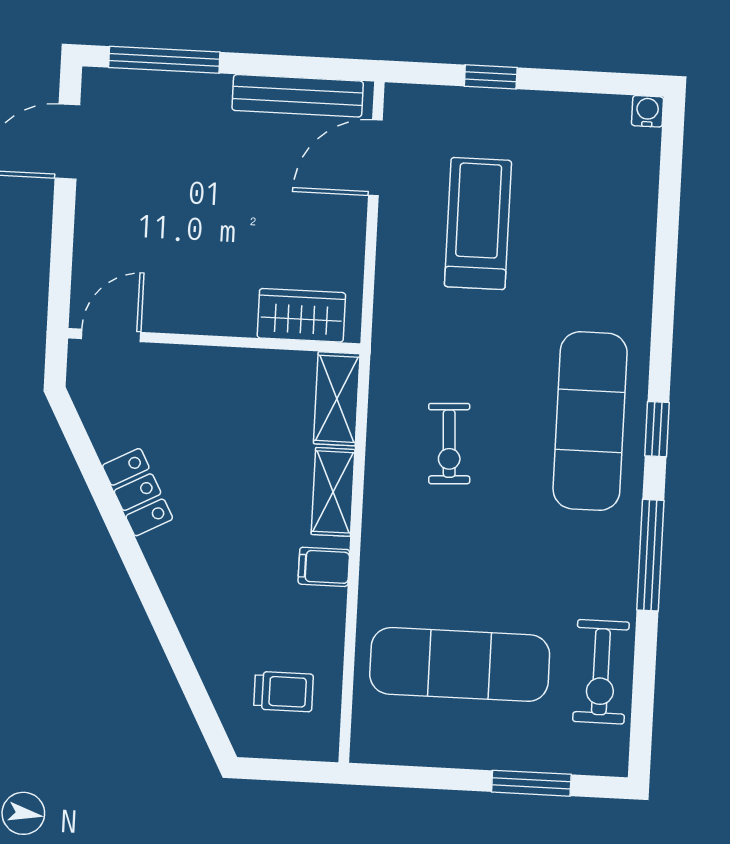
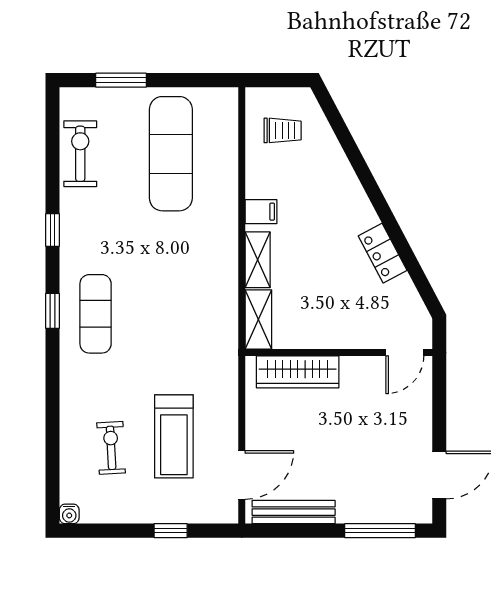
wardrobe: (301, 315) -> (298, 372), width x1.50
exercise mat: (590, 421) -> (96, 314), width x0.73, depth x0.69
exercise bike: (449, 444) -> (111, 448), moved
window: (650, 555) -> (52, 230), width x0.46
exercise mat: (460, 664) -> (171, 154), turned 90
trolley: (284, 692) -> (283, 130), turned 180

